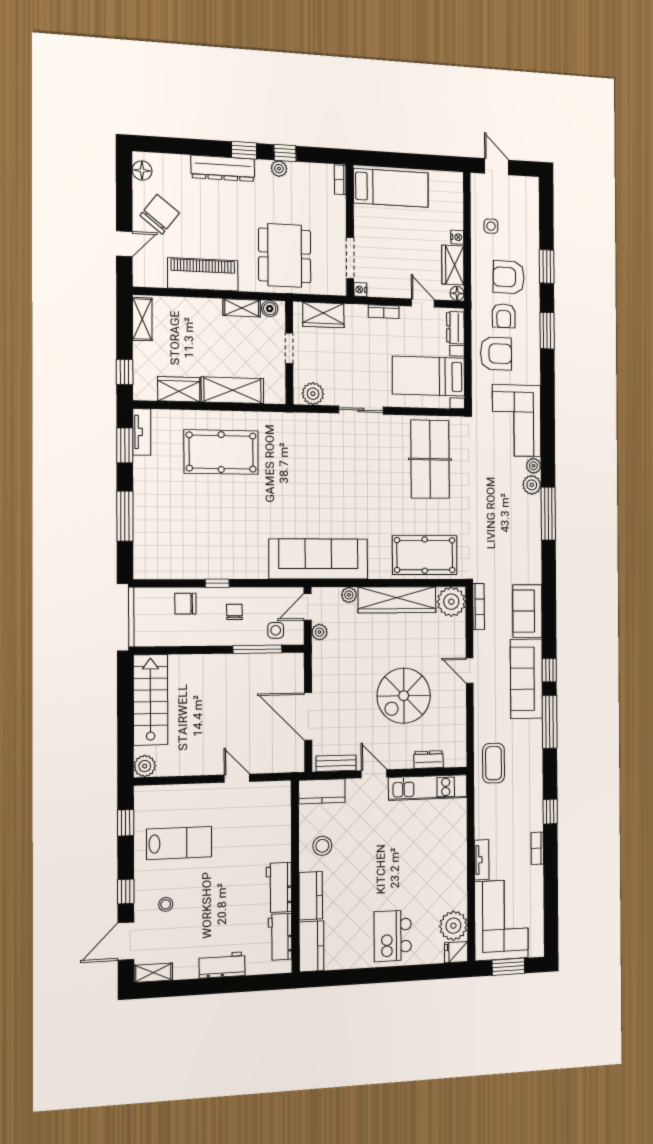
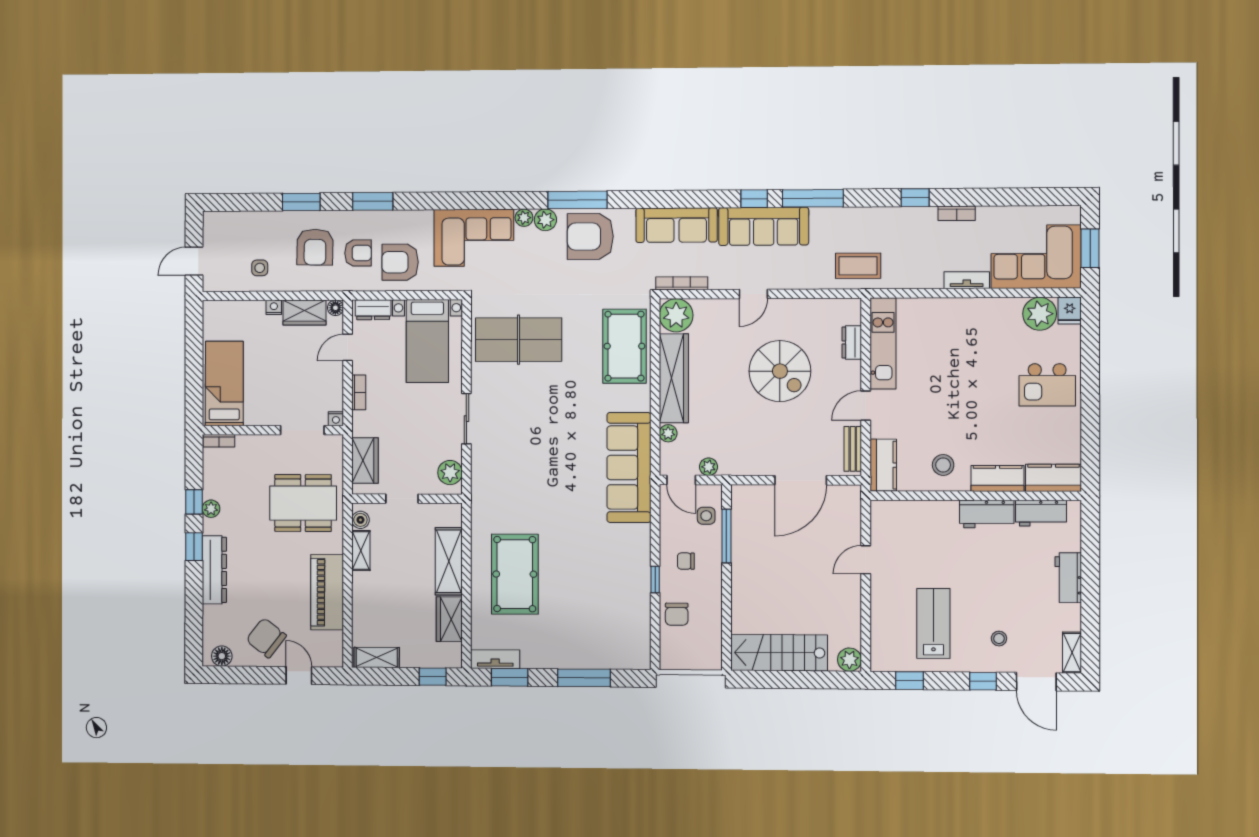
armchair: (496, 354) -> (400, 262), turned -90
armchair: (518, 525) -> (590, 236), added
sofa: (527, 611) -> (676, 225), width x1.36

